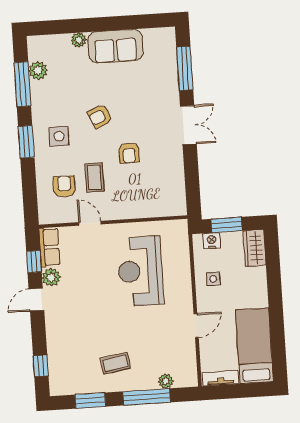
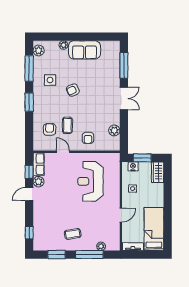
plant: (38, 70) -> (39, 50), moved
side table: (59, 136) -> (50, 80), moved
armchair: (129, 153) -> (88, 138), moved
plant: (176, 181) -> (114, 130), added

